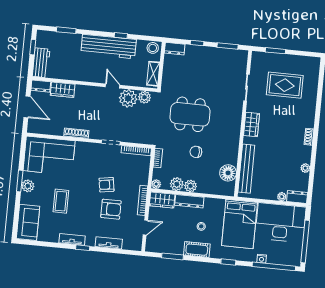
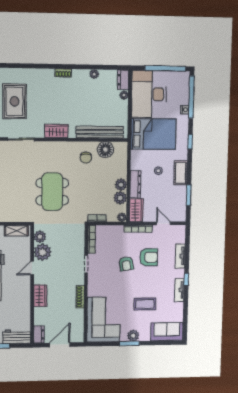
wardrobe: (63, 90) -> (40, 296), moved
chair: (196, 152) -> (86, 158), moved
armchair: (111, 209) -> (149, 257), turned 90

